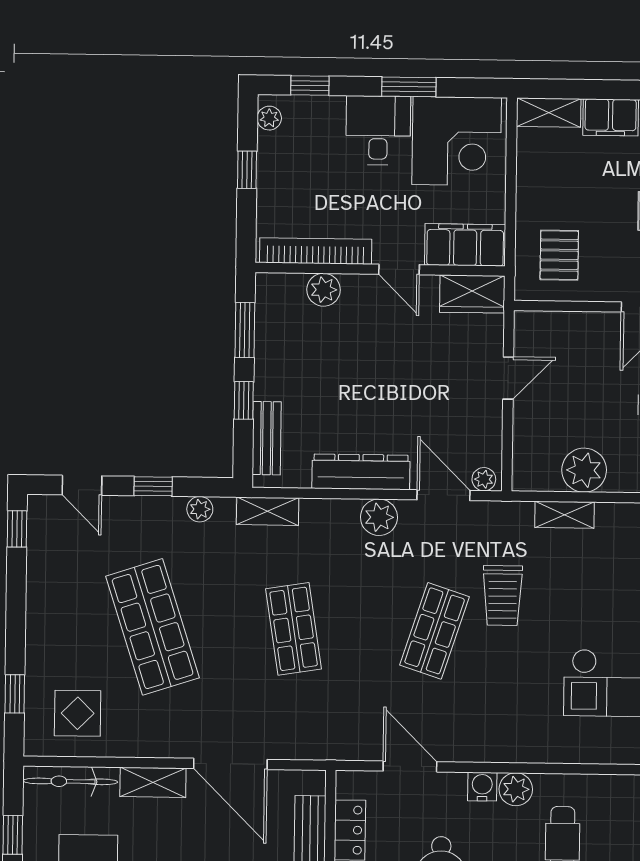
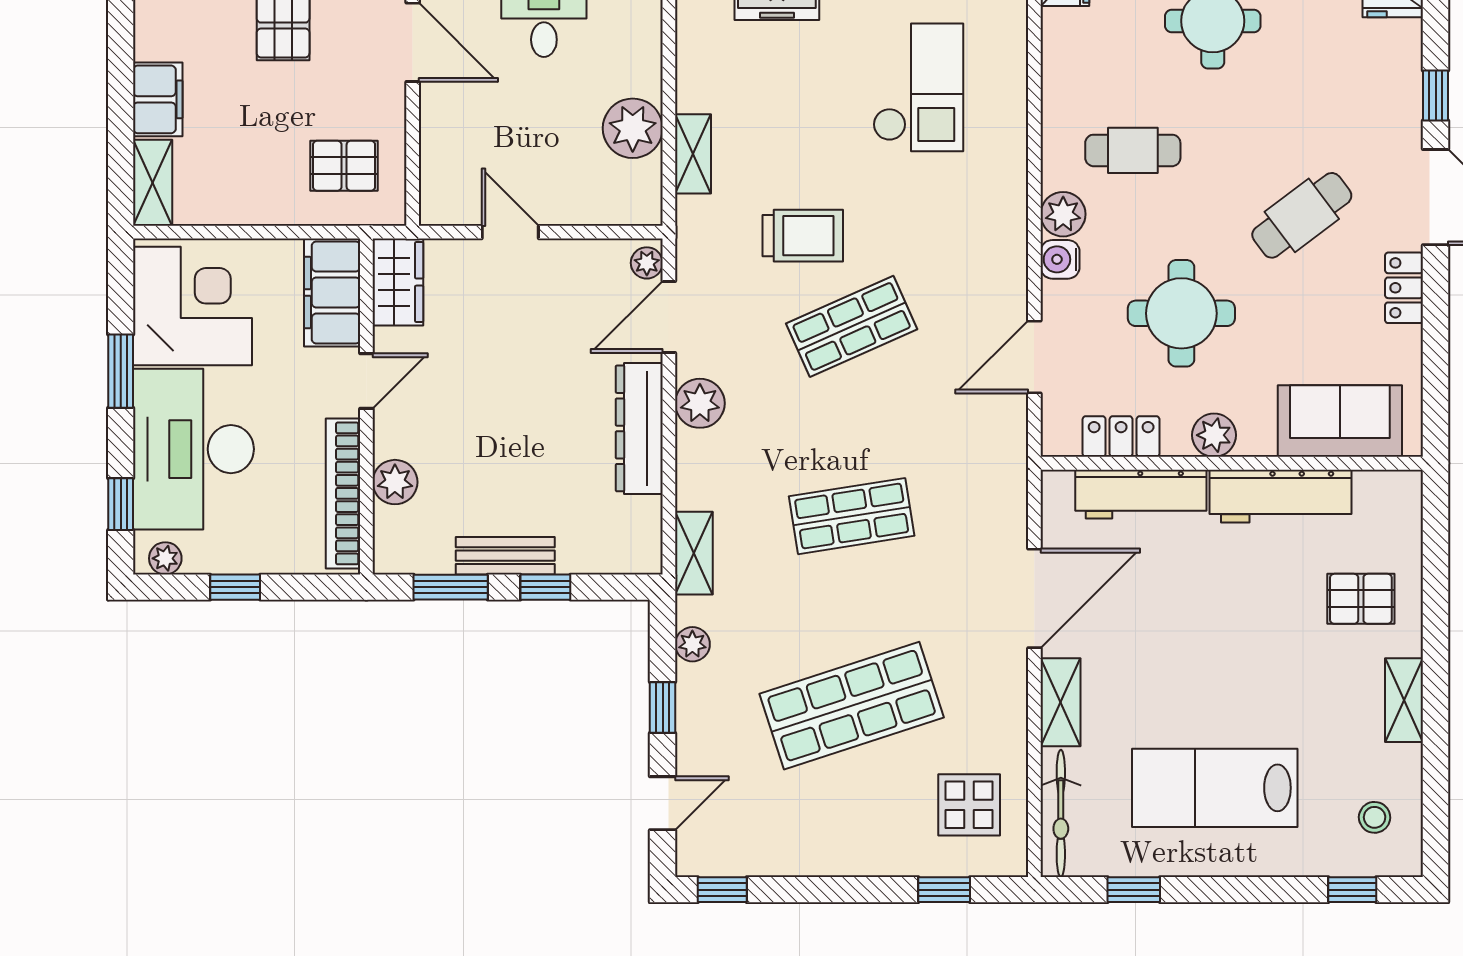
desk: (378, 130) -> (194, 449), width x1.87, depth x1.30
bench: (267, 438) -> (505, 556), moved
shop shelf: (435, 631) -> (852, 326), turned -42

